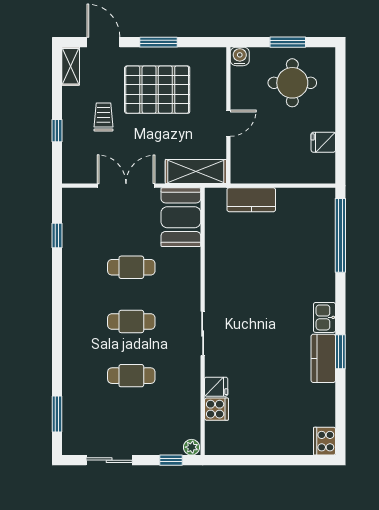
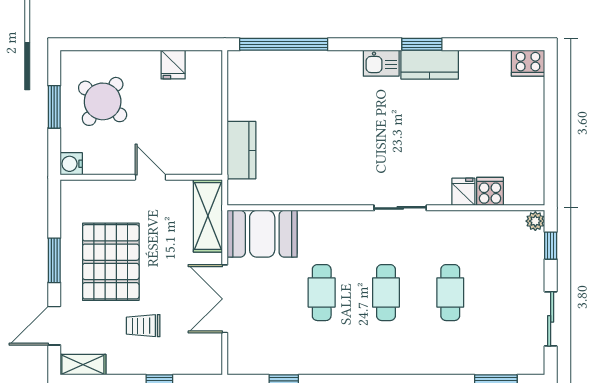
round table: (292, 83) -> (103, 101), turned 38

